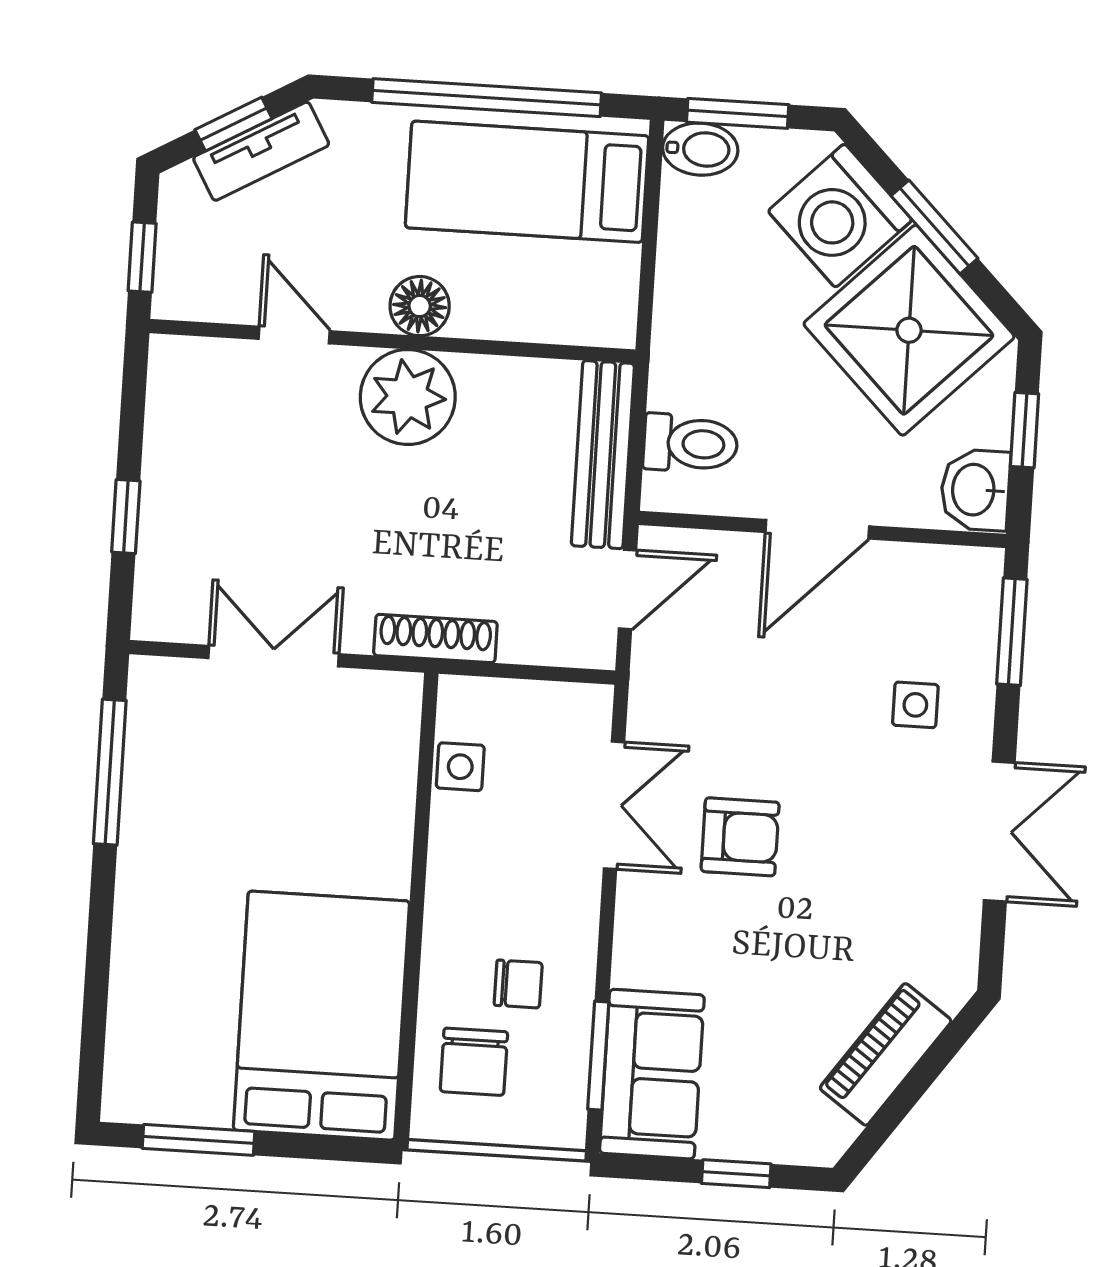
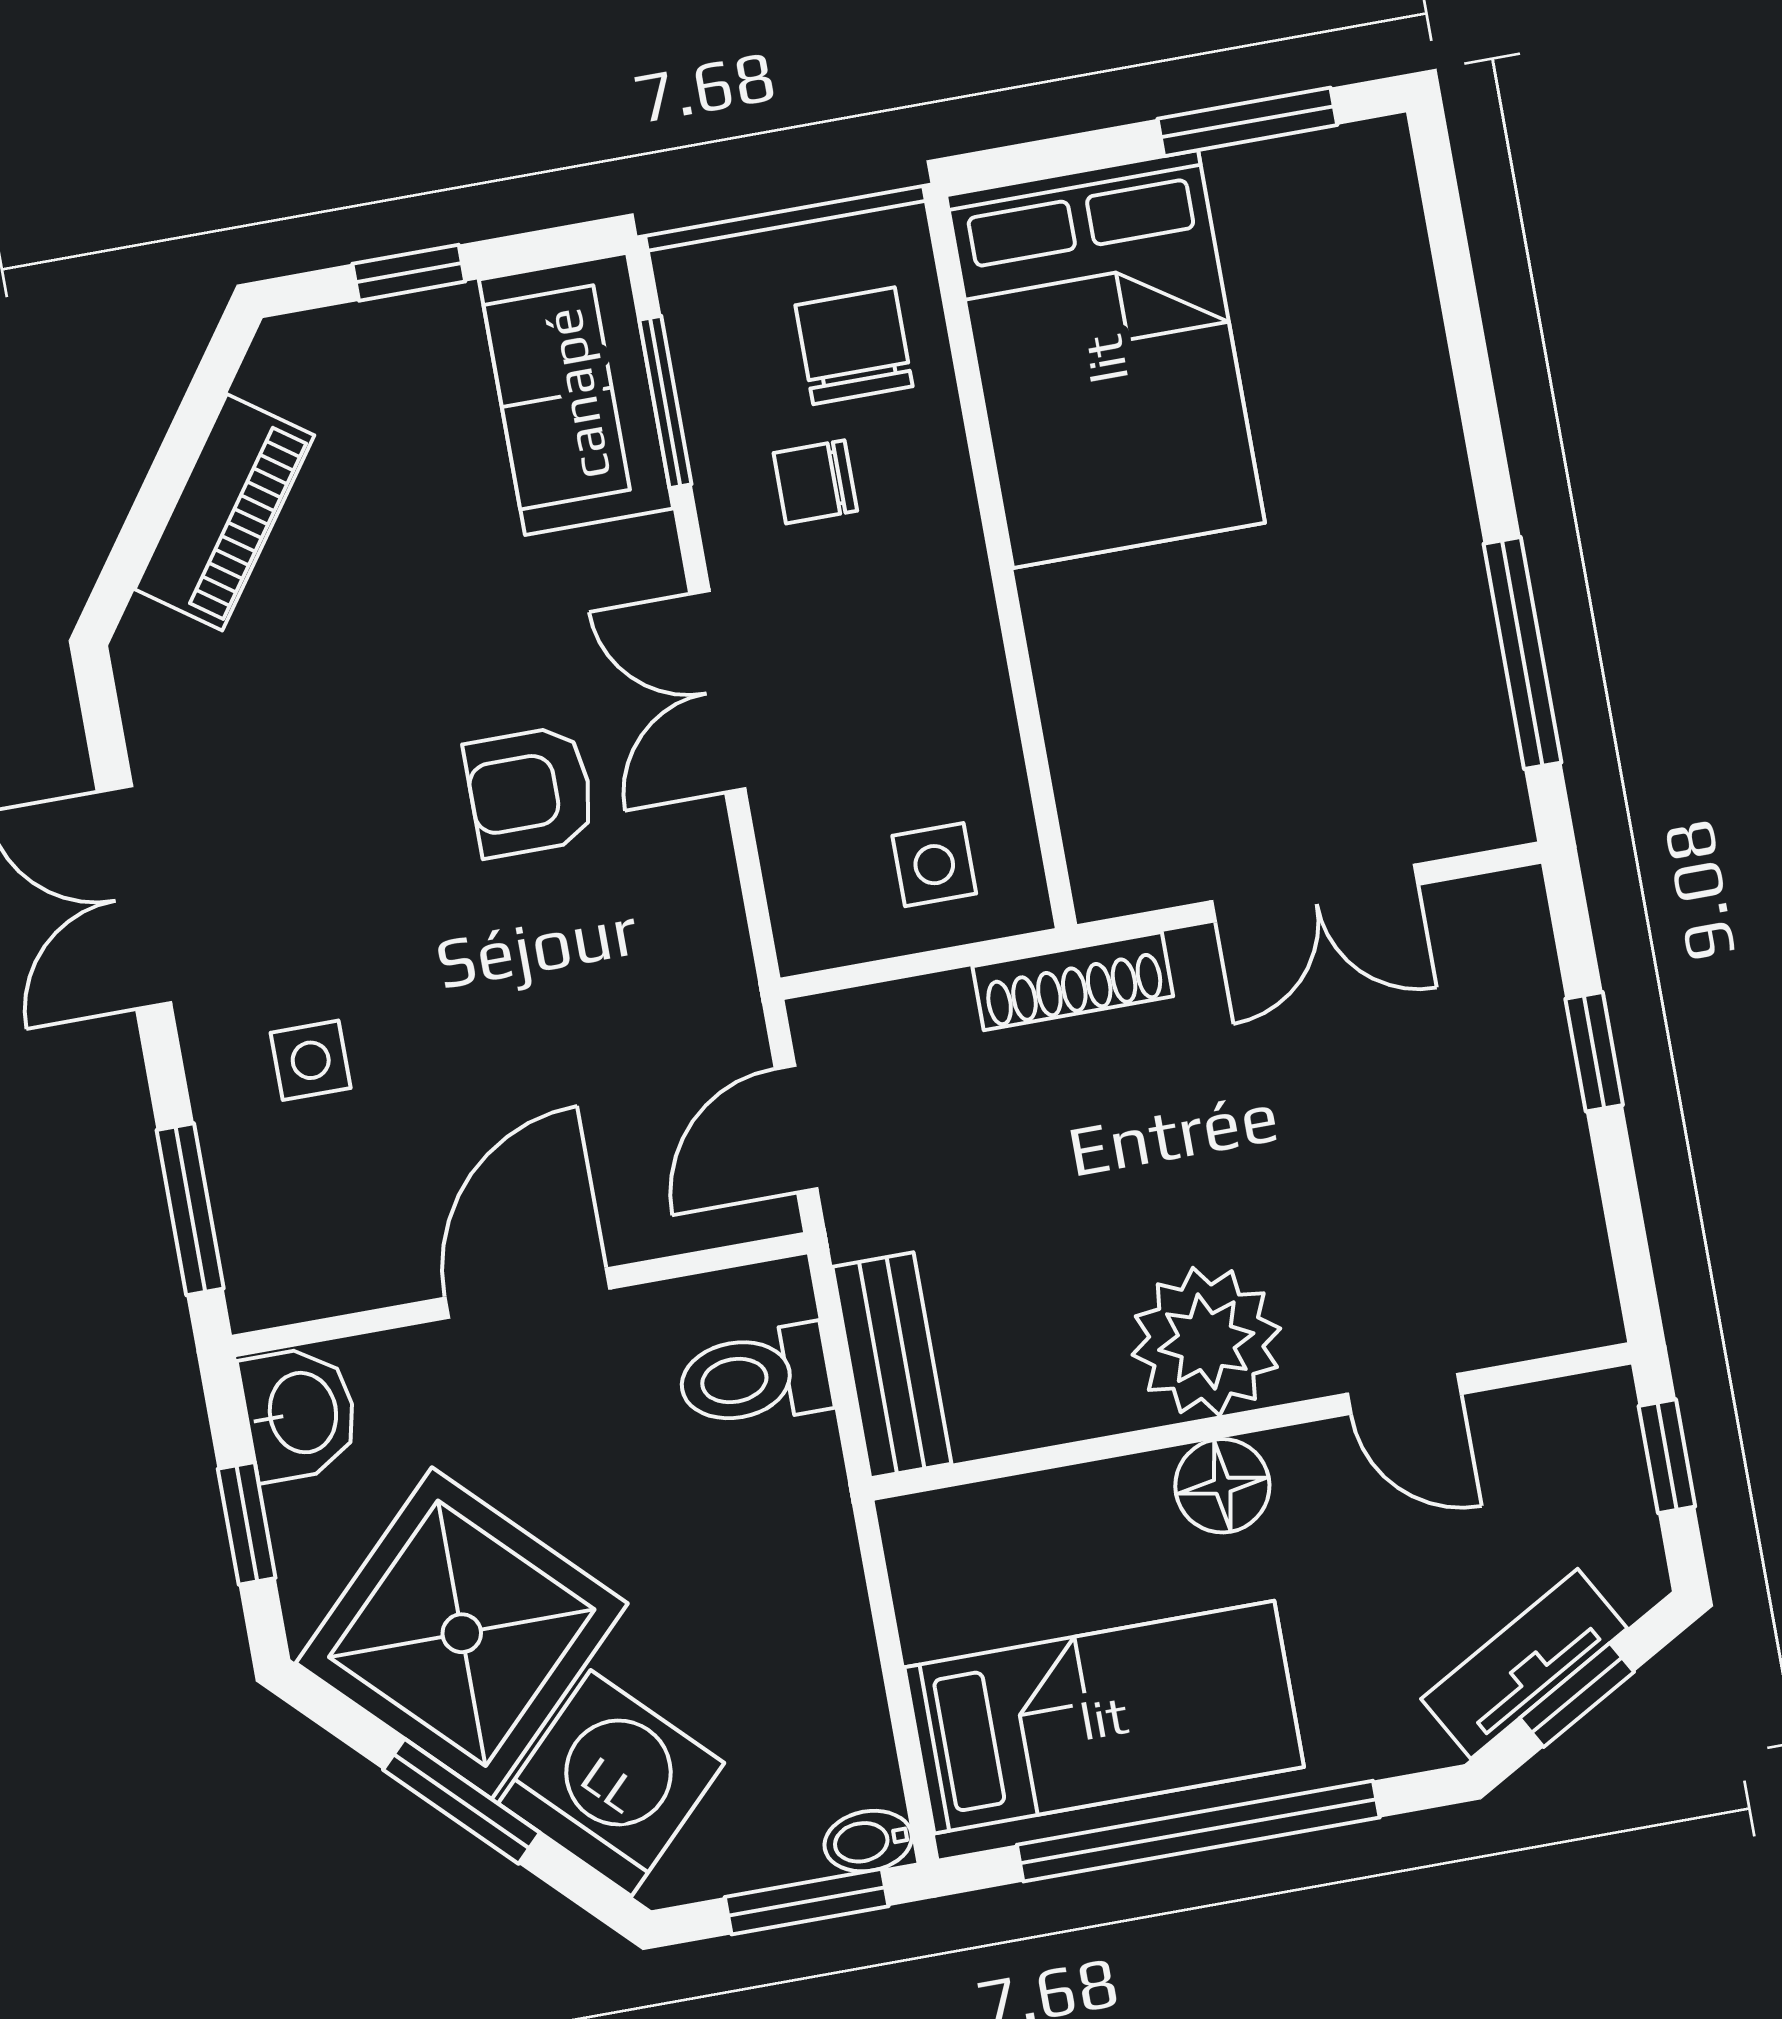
bidet: (700, 149) -> (868, 1841), width x0.72, depth x0.74
bench: (603, 455) -> (892, 1365), width x0.73
side table: (460, 767) -> (934, 865), moved
double door: (614, 805) -> (717, 692), moved

